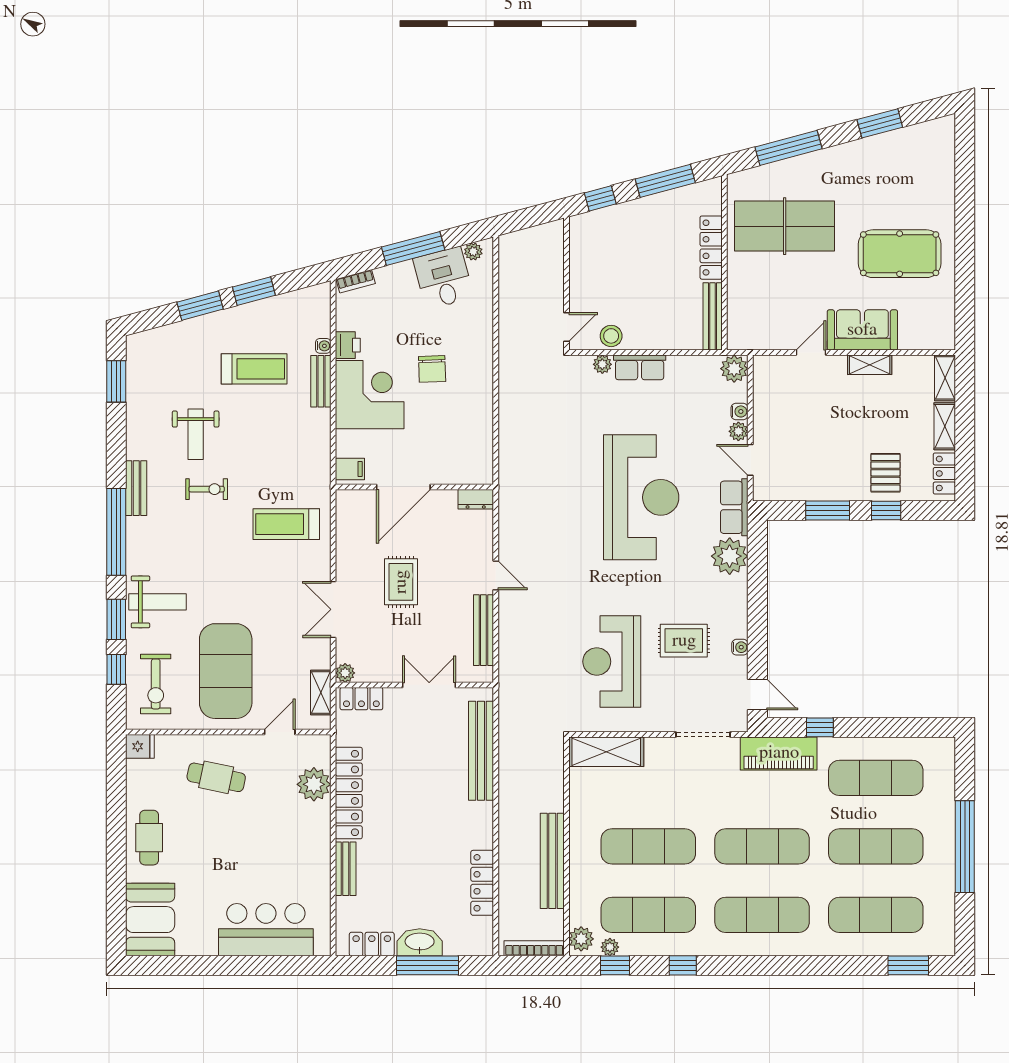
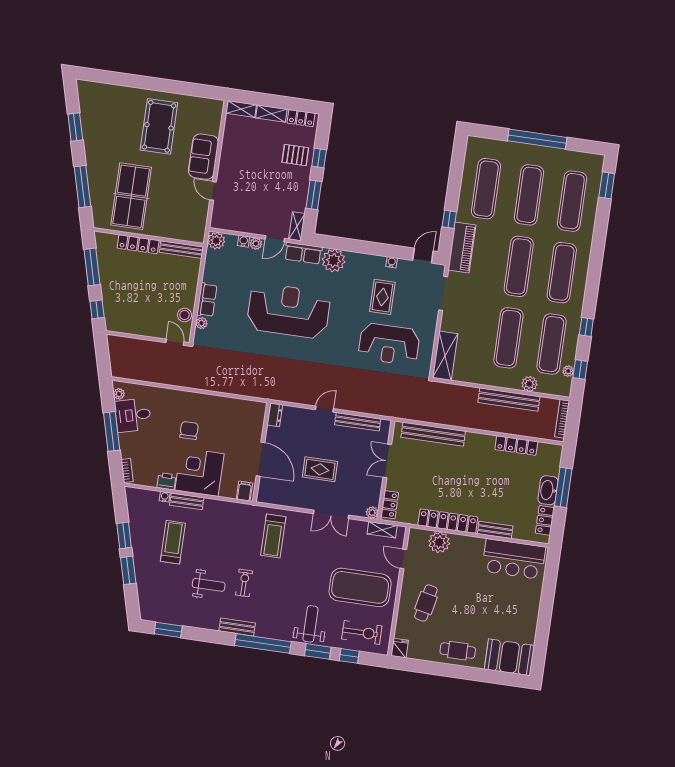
shelving: (870, 365) -> (297, 226), moved
chair: (432, 369) -> (189, 430), turned -88
bar counter: (266, 930) -> (514, 559), moved, turned -90
plant: (581, 939) -> (529, 384), moved

